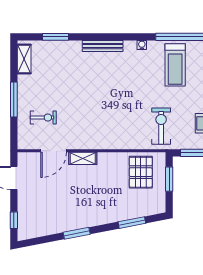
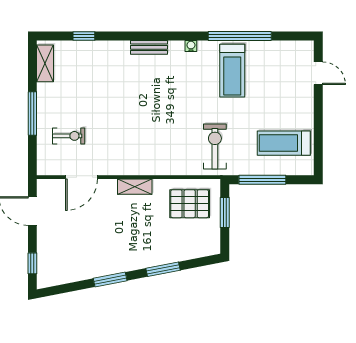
window: (55, 37) -> (84, 36), width x0.67
bench: (103, 46) -> (149, 47), width x0.73
shelving: (83, 158) -> (135, 187), moved
pallet: (141, 172) -> (190, 204), turned 90
window: (132, 223) -> (163, 269), moved

